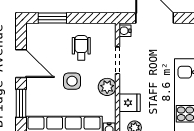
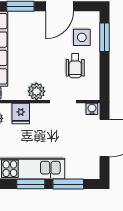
wheelchair: (81, 48) -> (75, 66), turned 90
side table: (72, 81) -> (82, 37), moved

